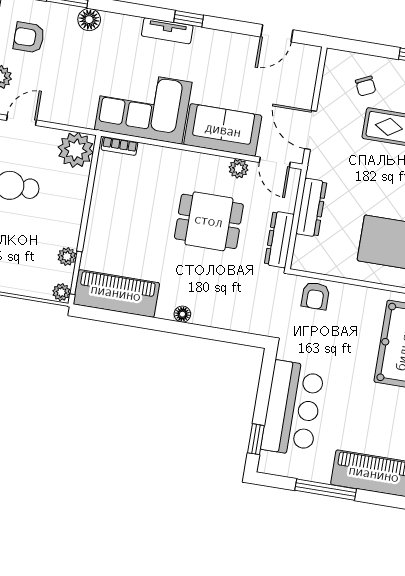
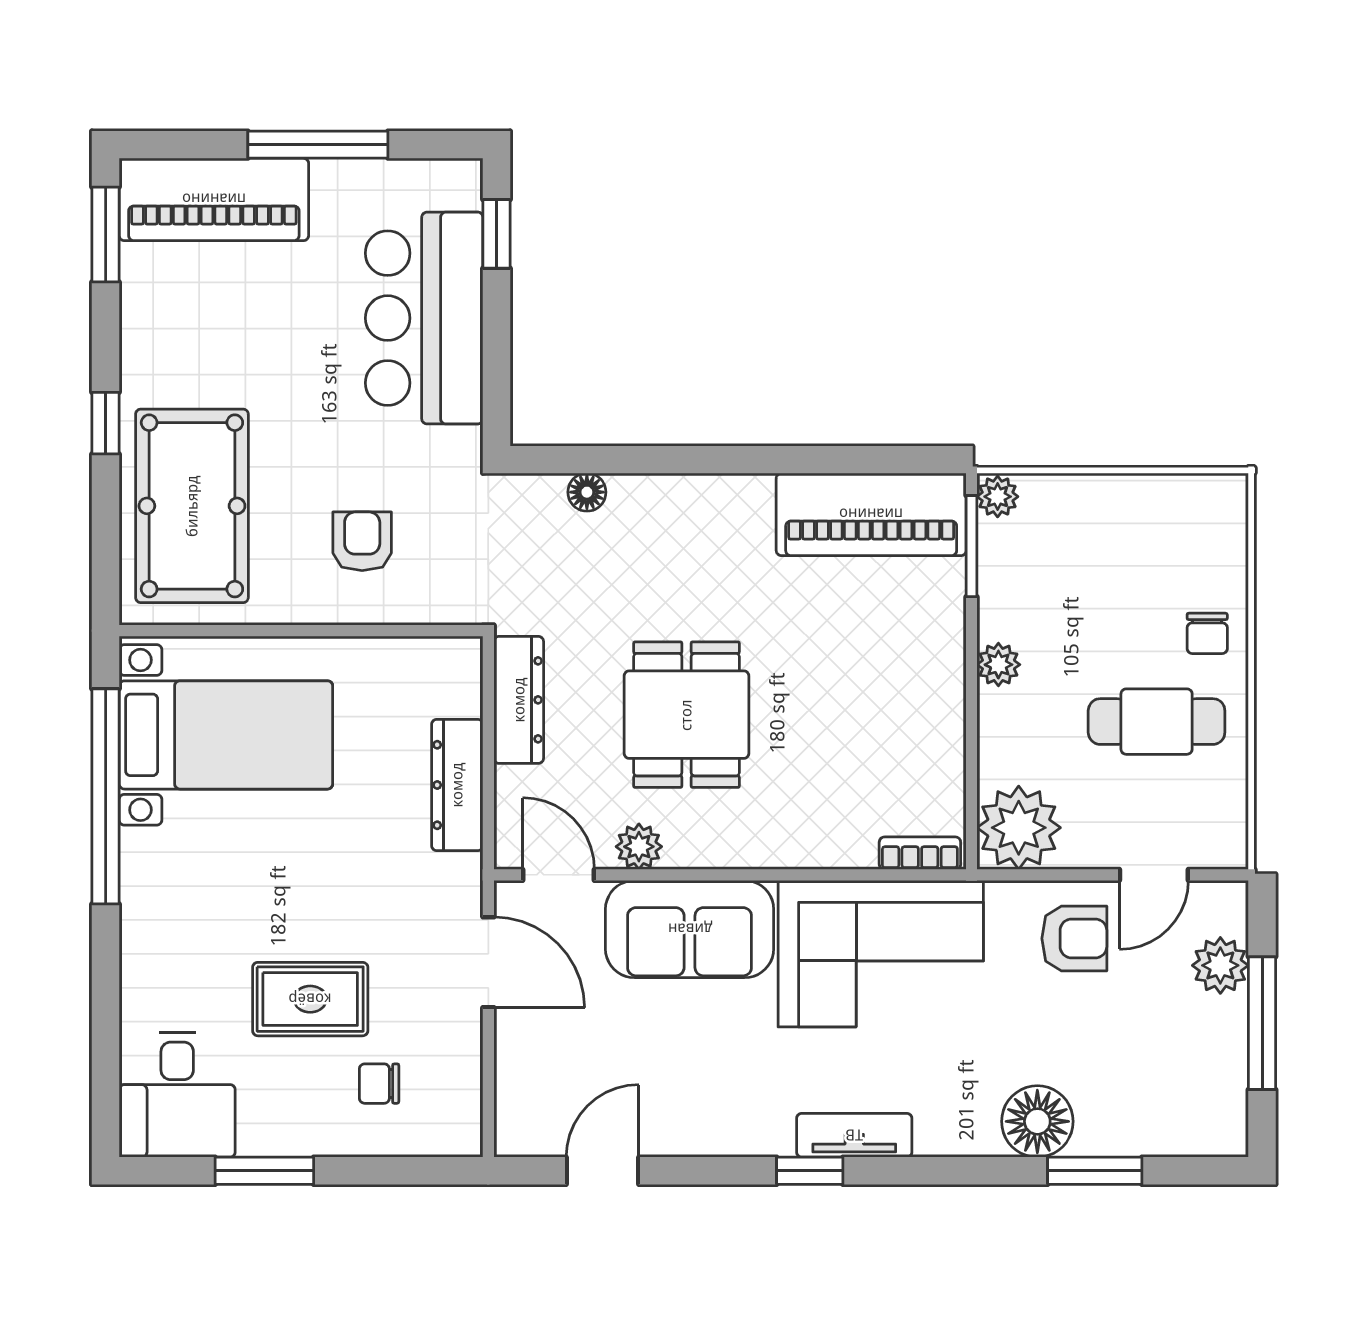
floor lamp: (89, 20) -> (1037, 1121), width x1.38, depth x1.38
armchair: (29, 37) -> (1074, 938), moved
chair: (366, 86) -> (379, 1084), turned -65
dining table: (209, 221) -> (686, 715), turned 90
plant: (67, 257) -> (998, 665), moved
armchair: (315, 296) -> (362, 541), moved
floor lamp: (182, 314) -> (587, 492), moved

